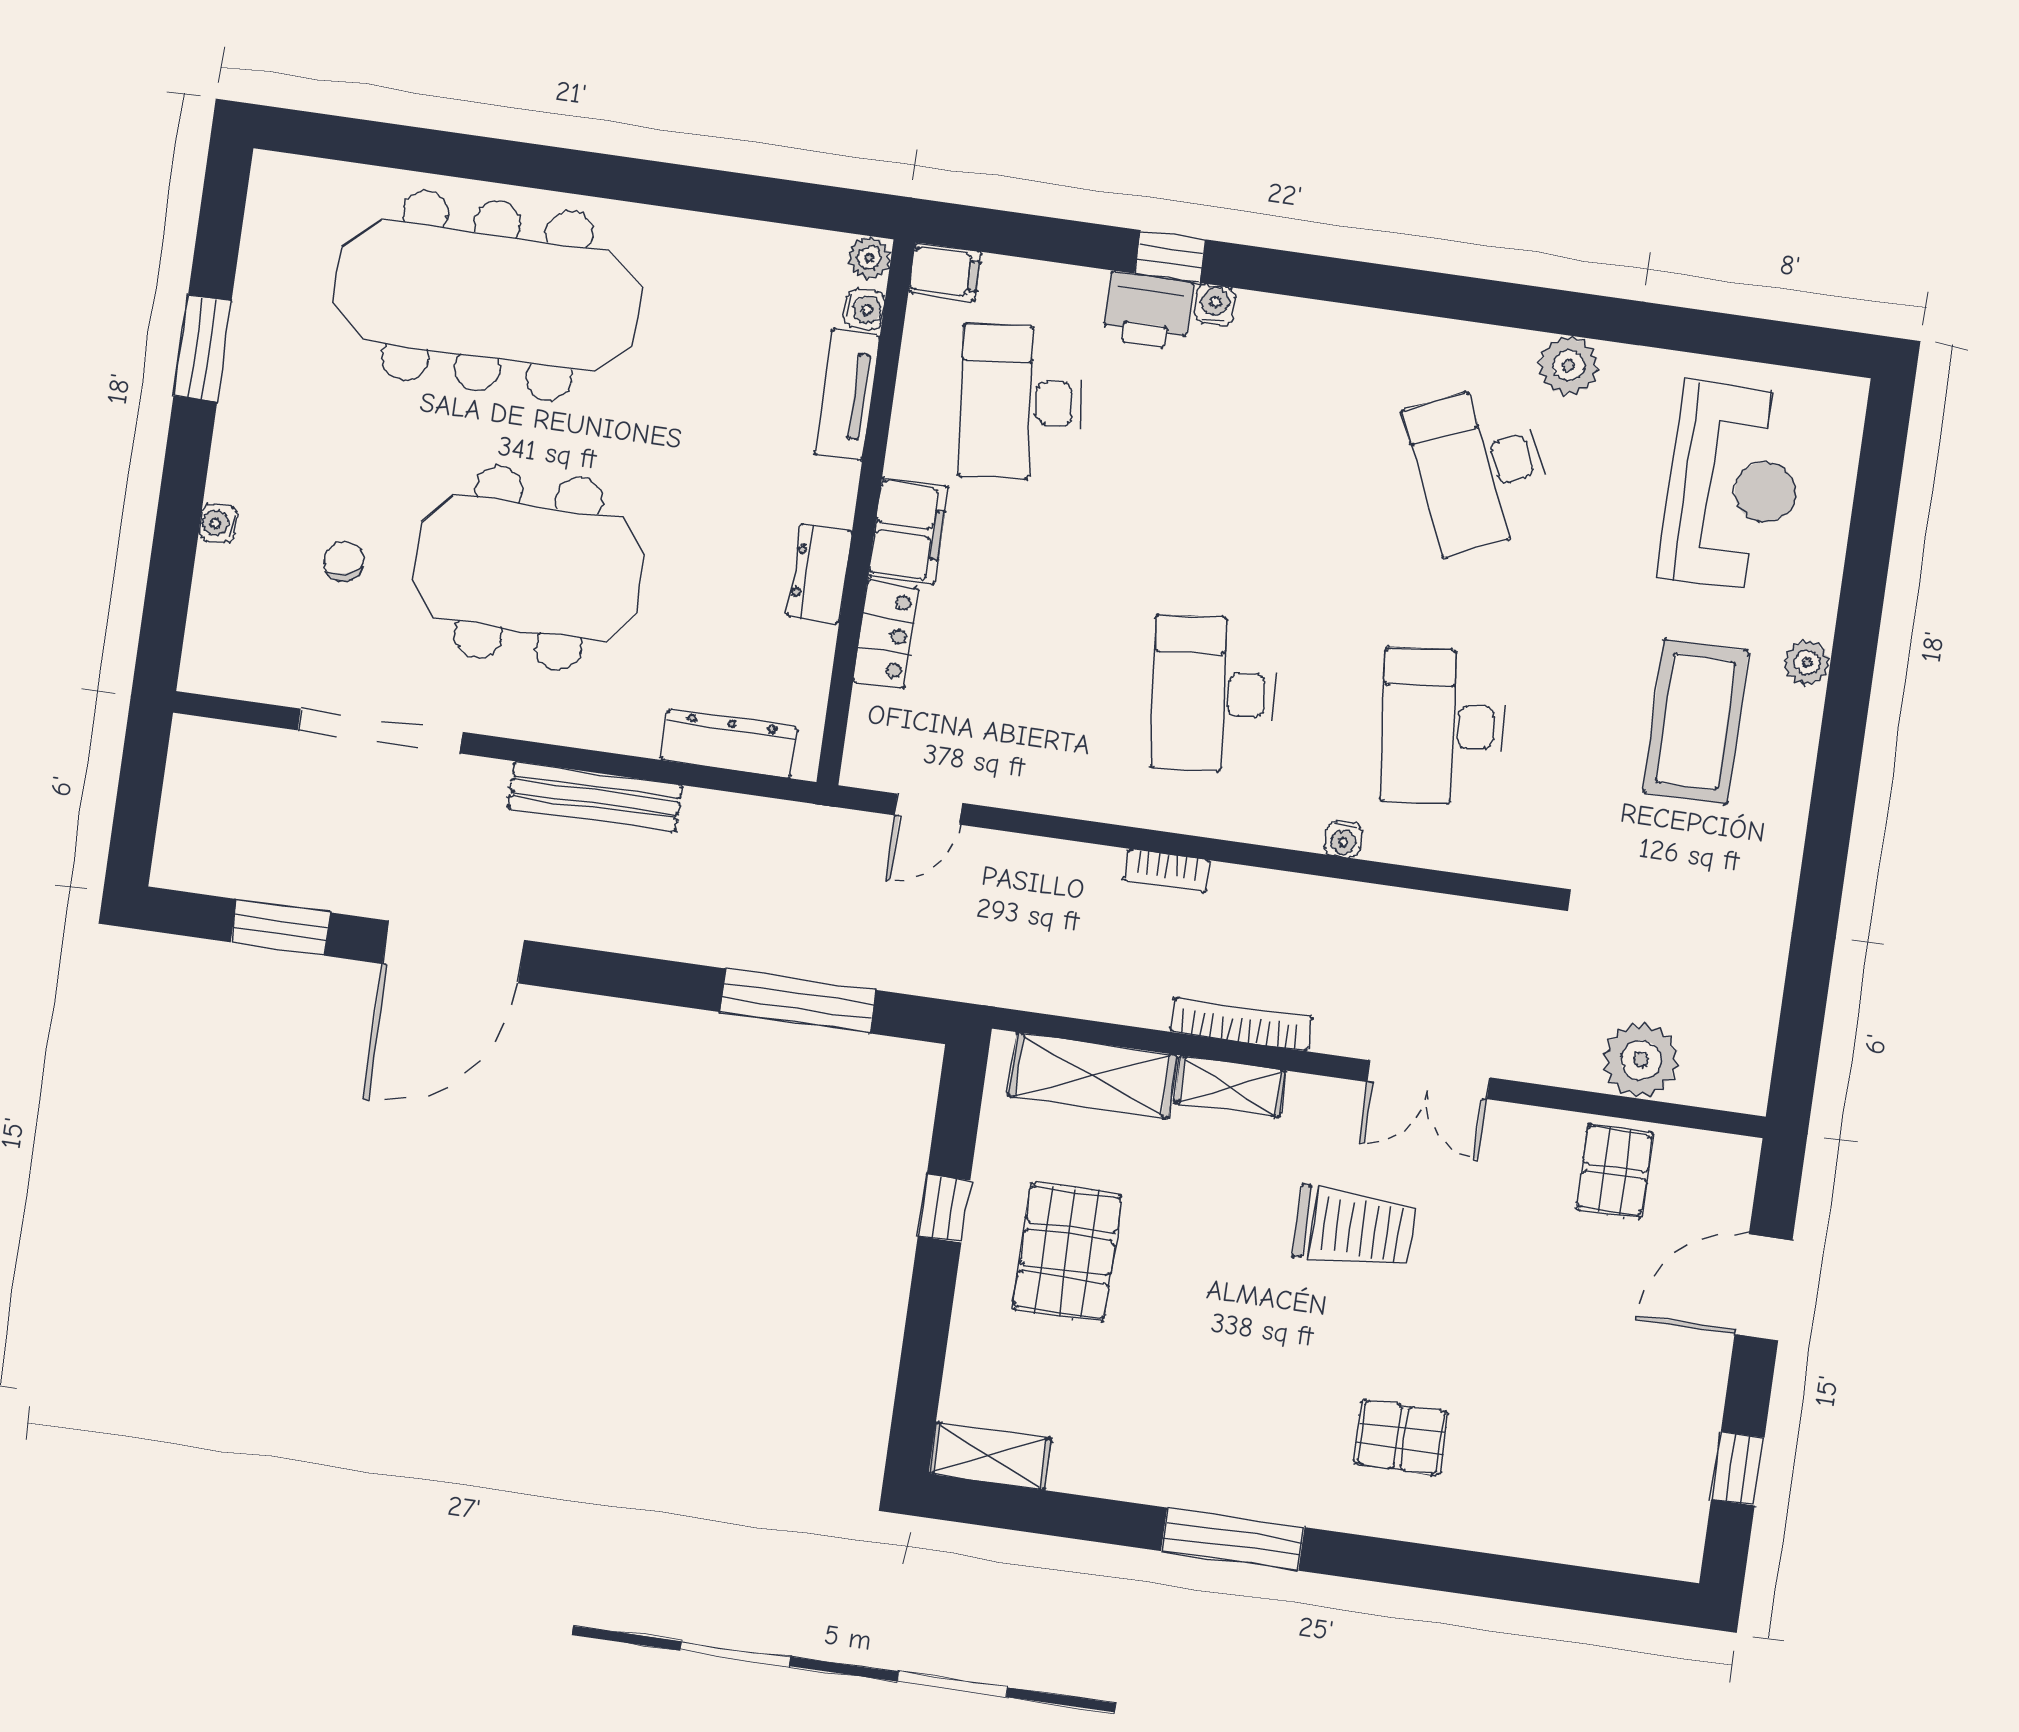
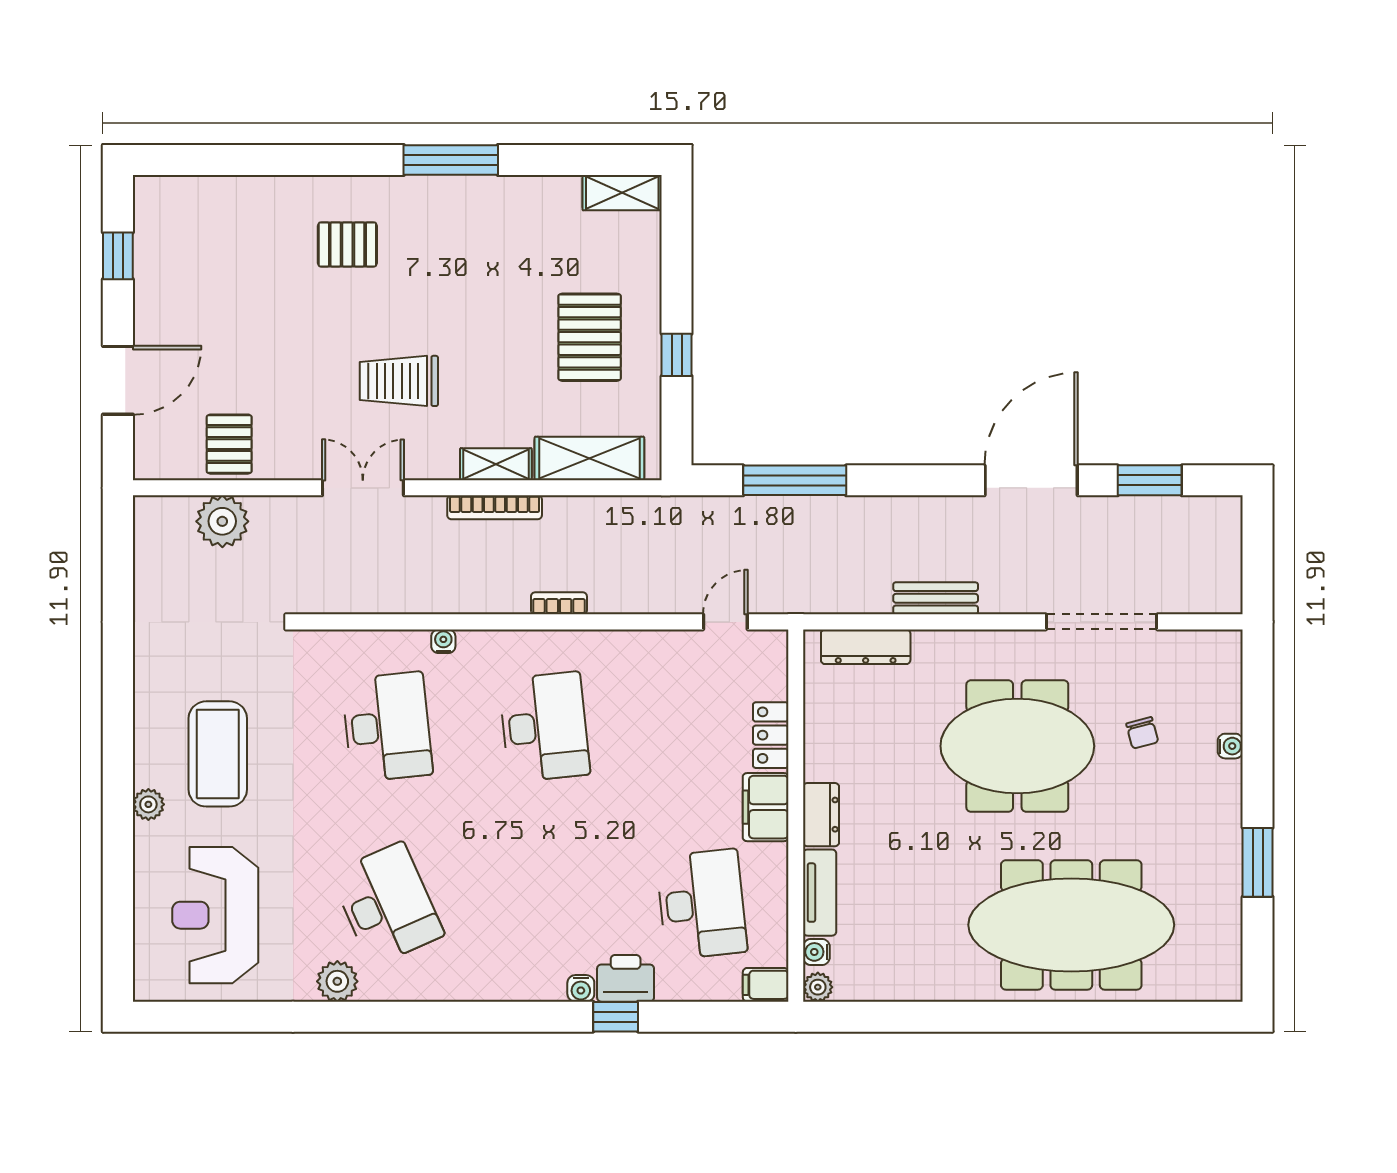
dresser: (820, 573) -> (821, 815), moved
bench: (595, 797) -> (936, 598), width x0.73

